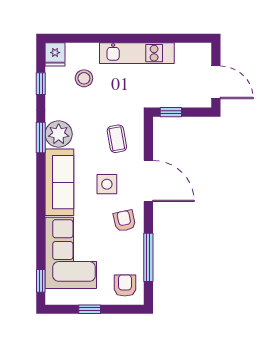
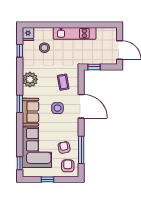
window: (41, 138) -> (20, 104), moved
sofa: (59, 182) -> (30, 112), width x0.73
armchair: (124, 221) -> (64, 147), moved

